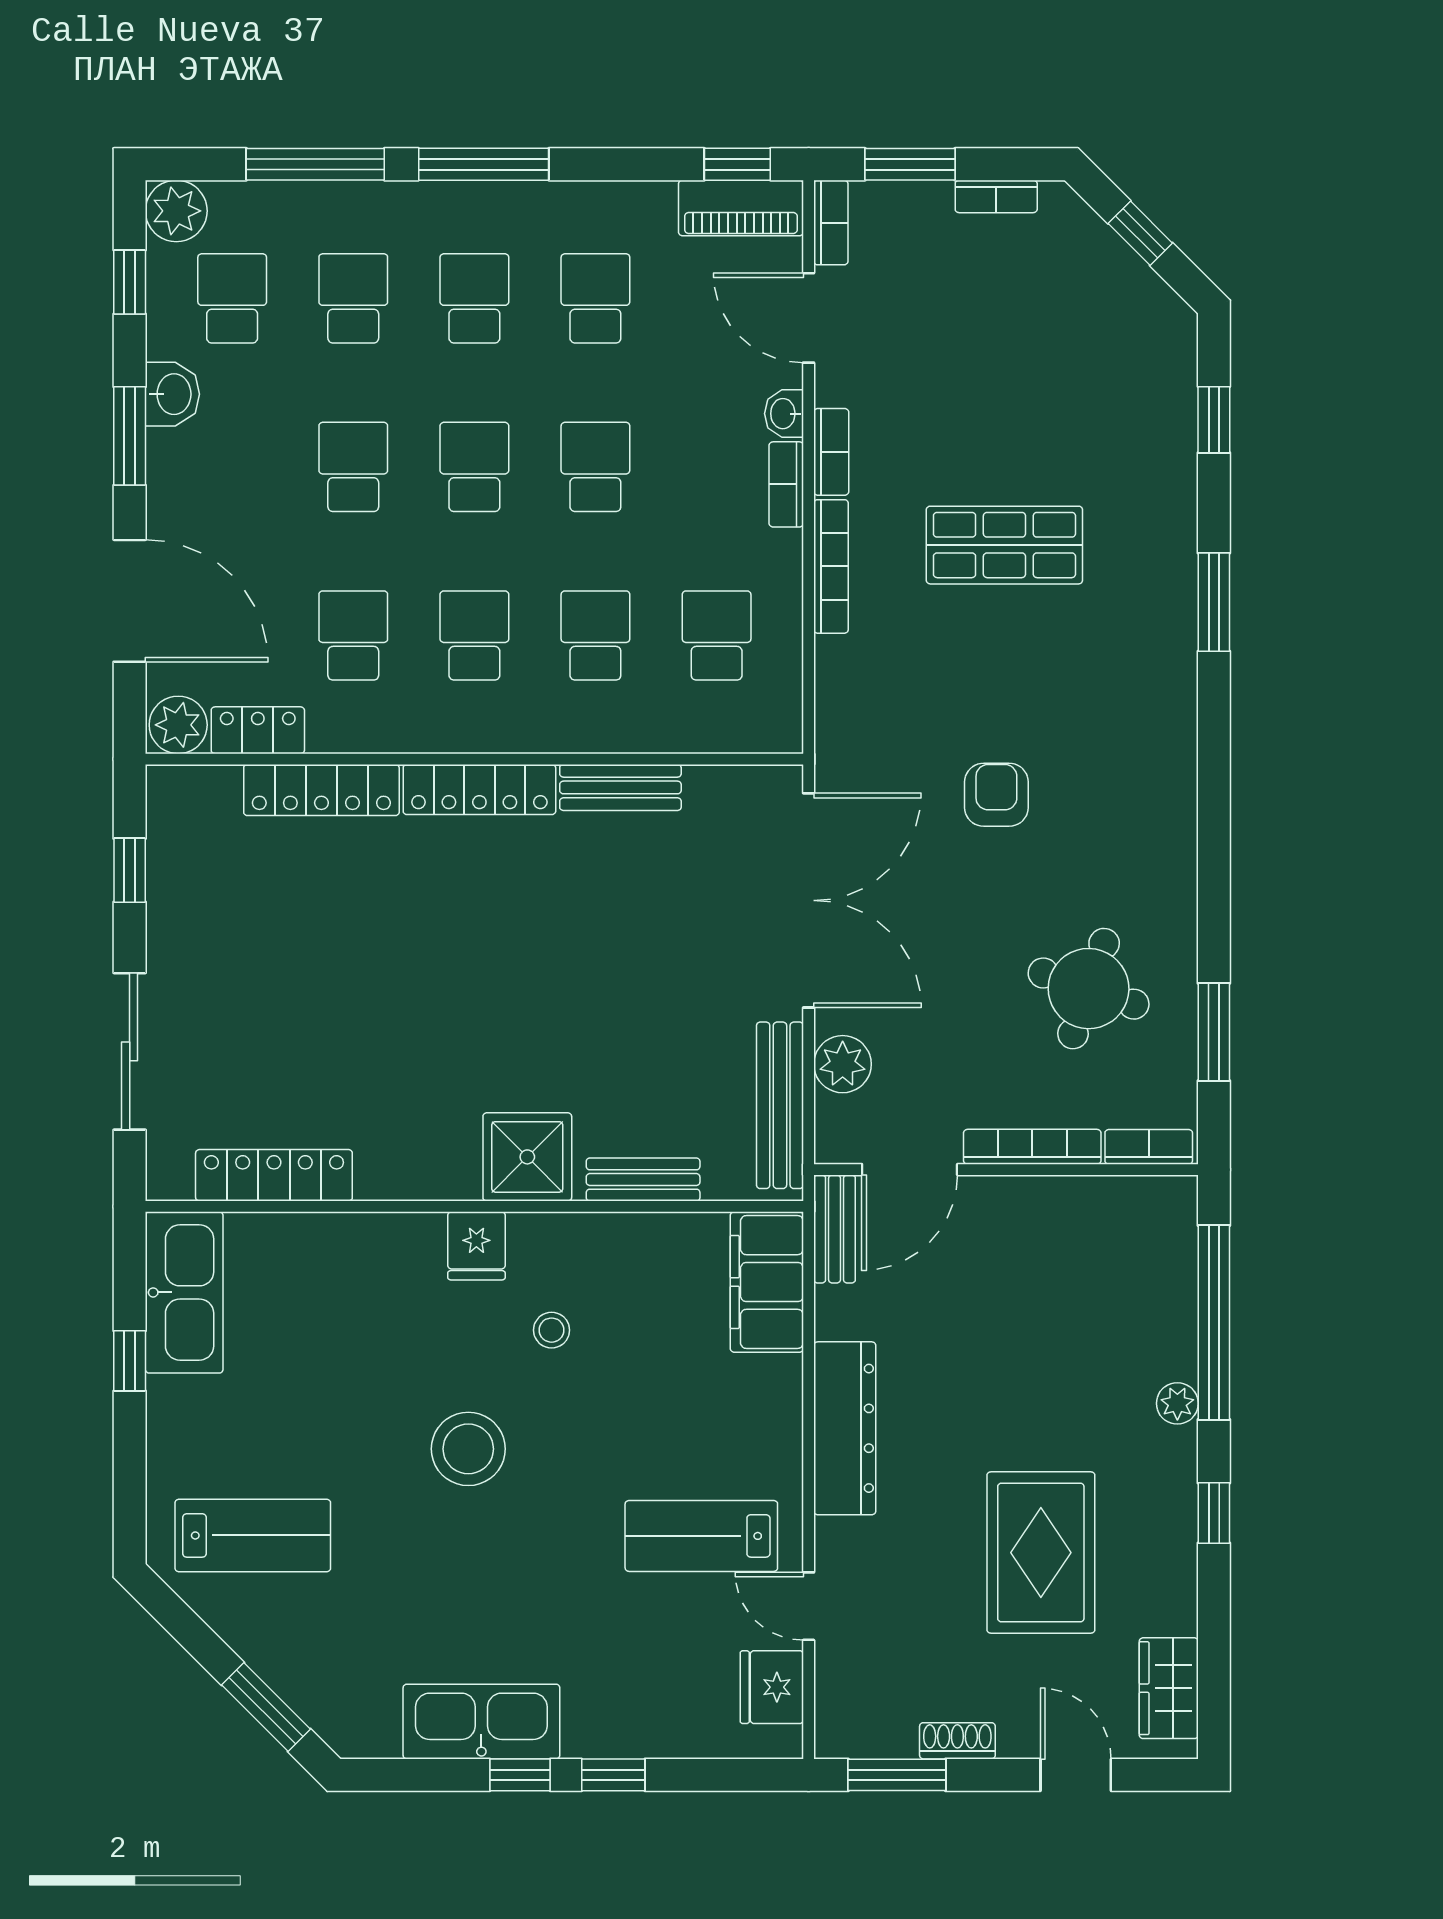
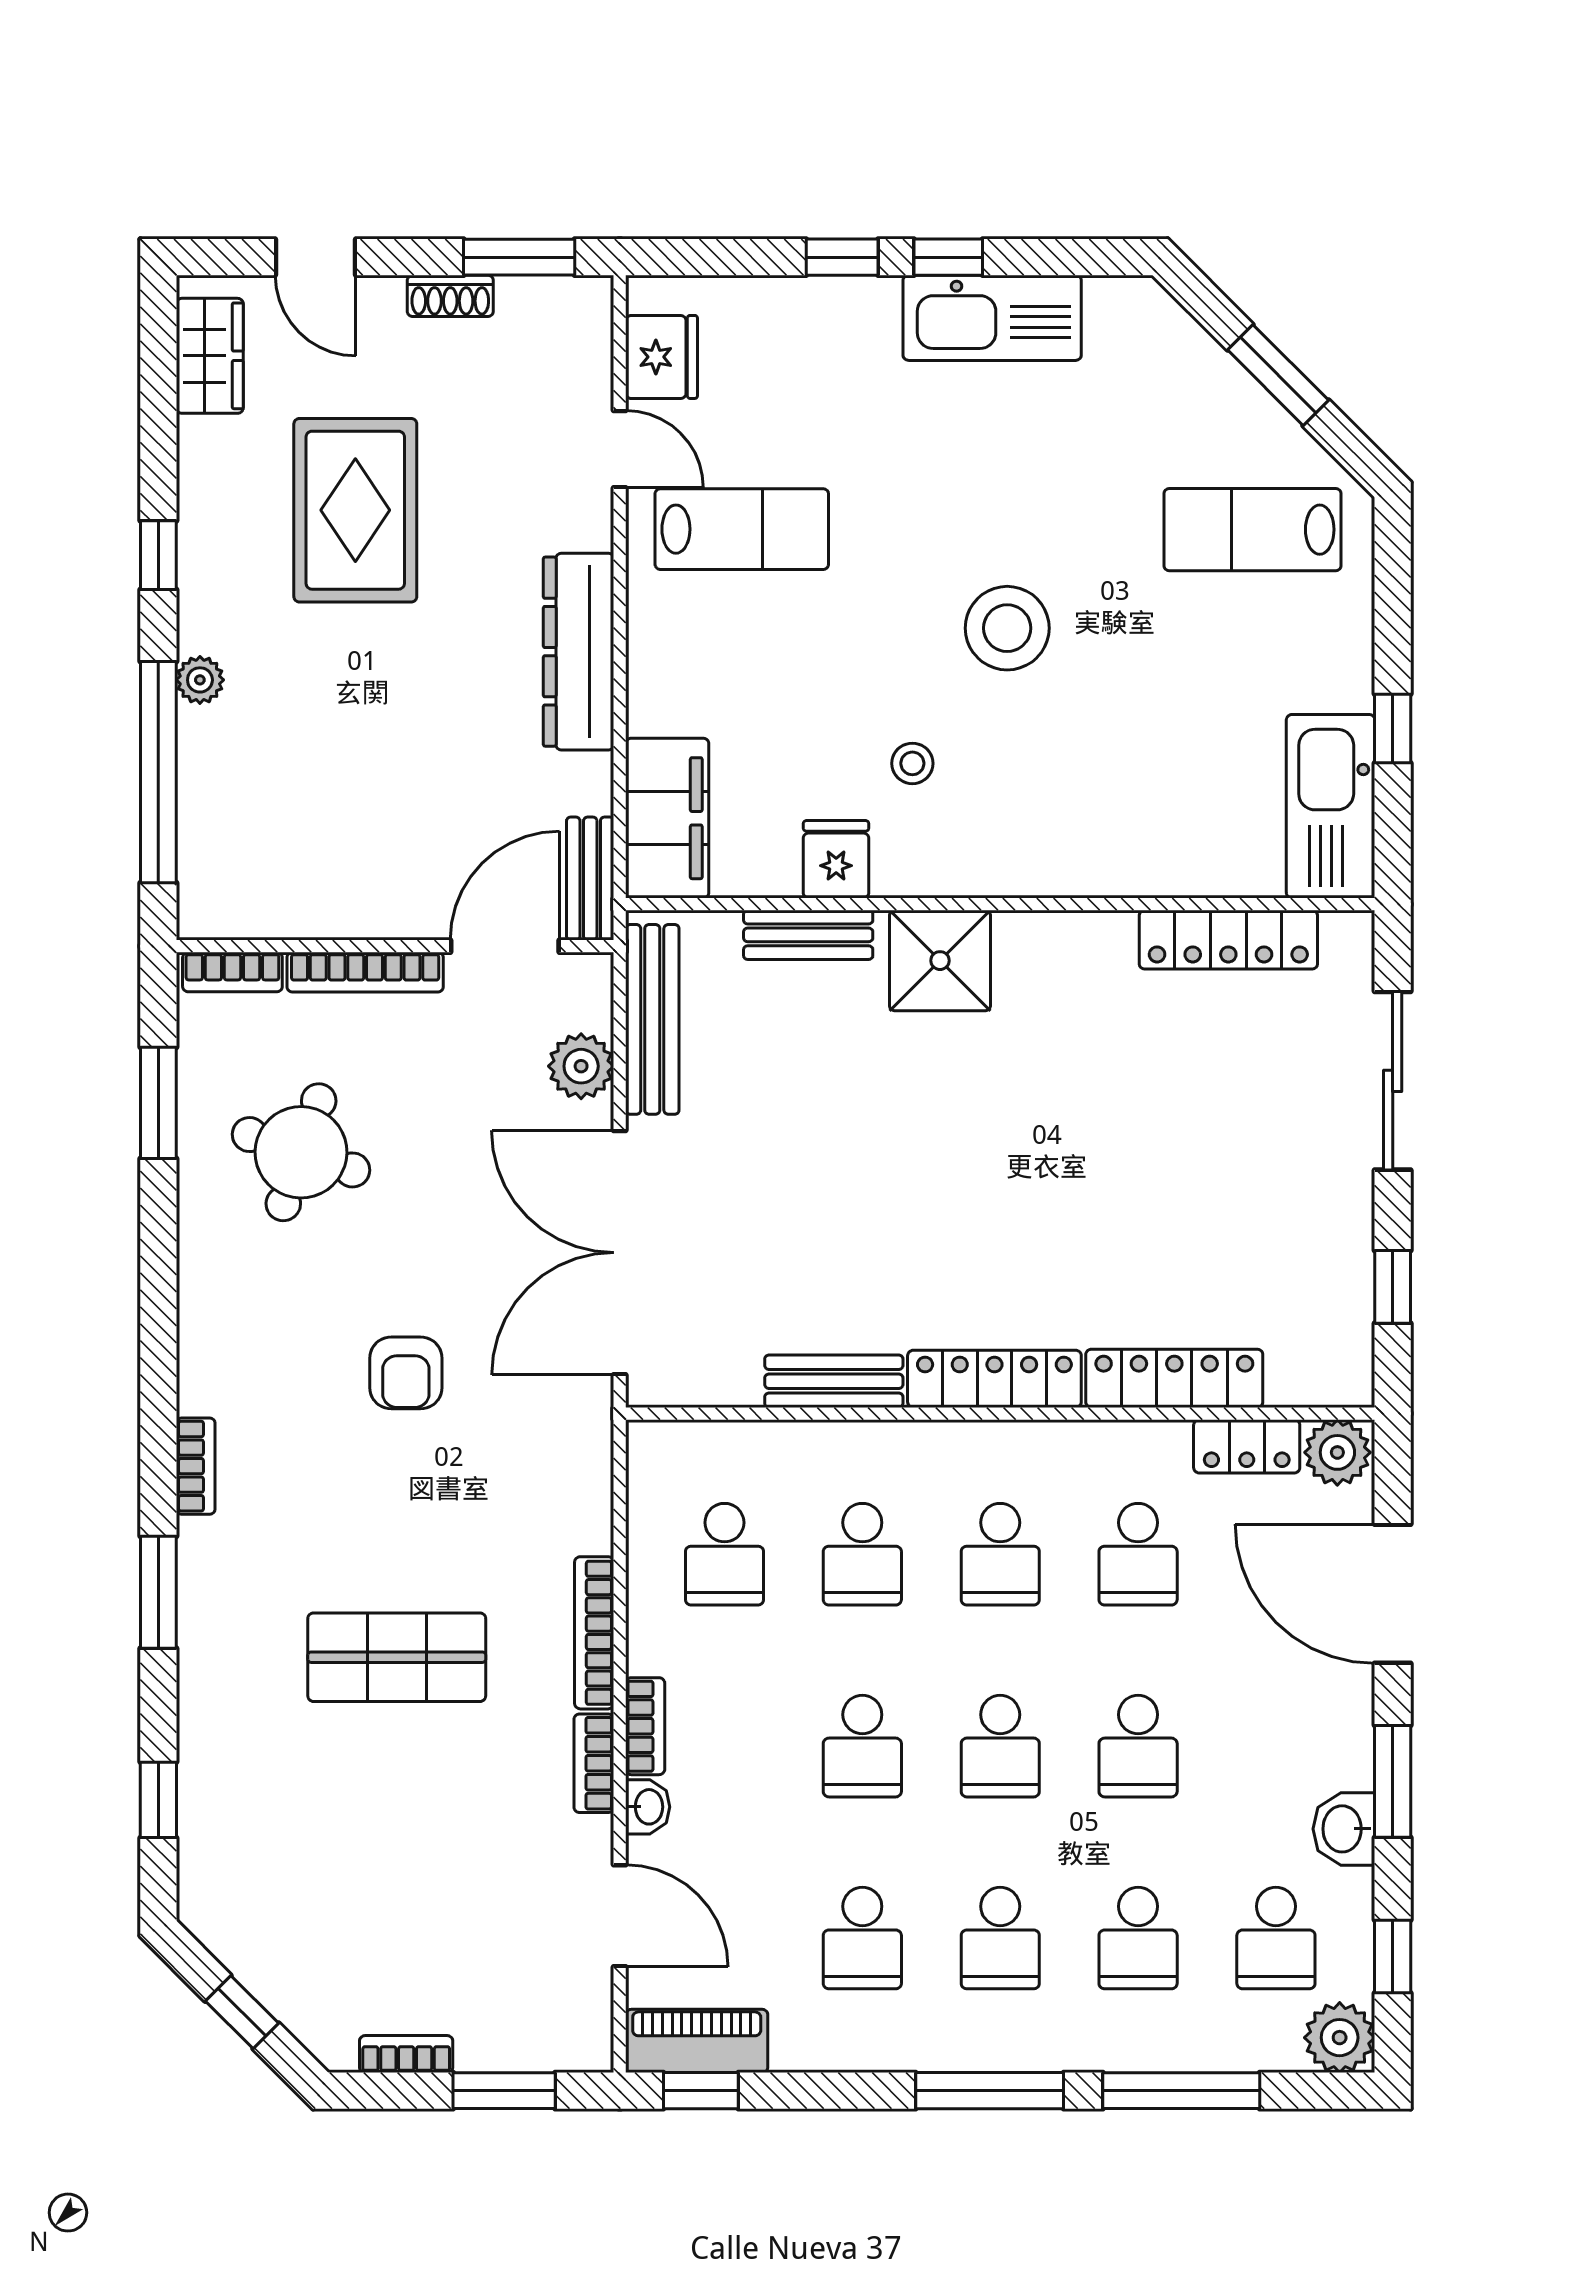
bookcase: (831, 223) -> (196, 1466), moved, turned 180
fridge: (476, 1246) -> (836, 859), moved
window: (266, 1707) -> (1278, 375), moved

